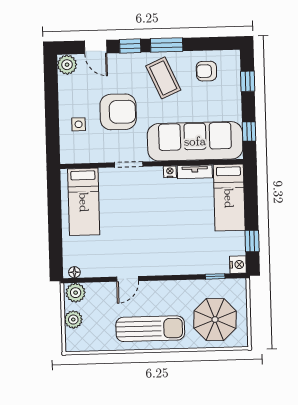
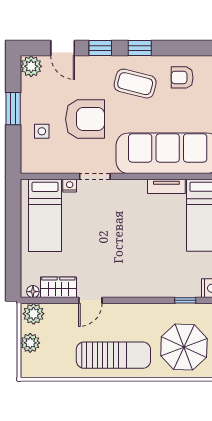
window: (167, 45) -> (140, 48), width x0.67
coffee table: (163, 78) -> (135, 84), turned -52
window: (52, 104) -> (13, 109), added
nightstand: (170, 172) -> (70, 186), moved
wardrobe: (98, 268) -> (58, 287), added

